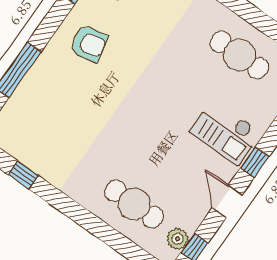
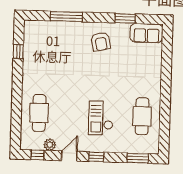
checkout: (225, 132) -> (101, 118), moved
plant: (178, 239) -> (50, 145), moved

